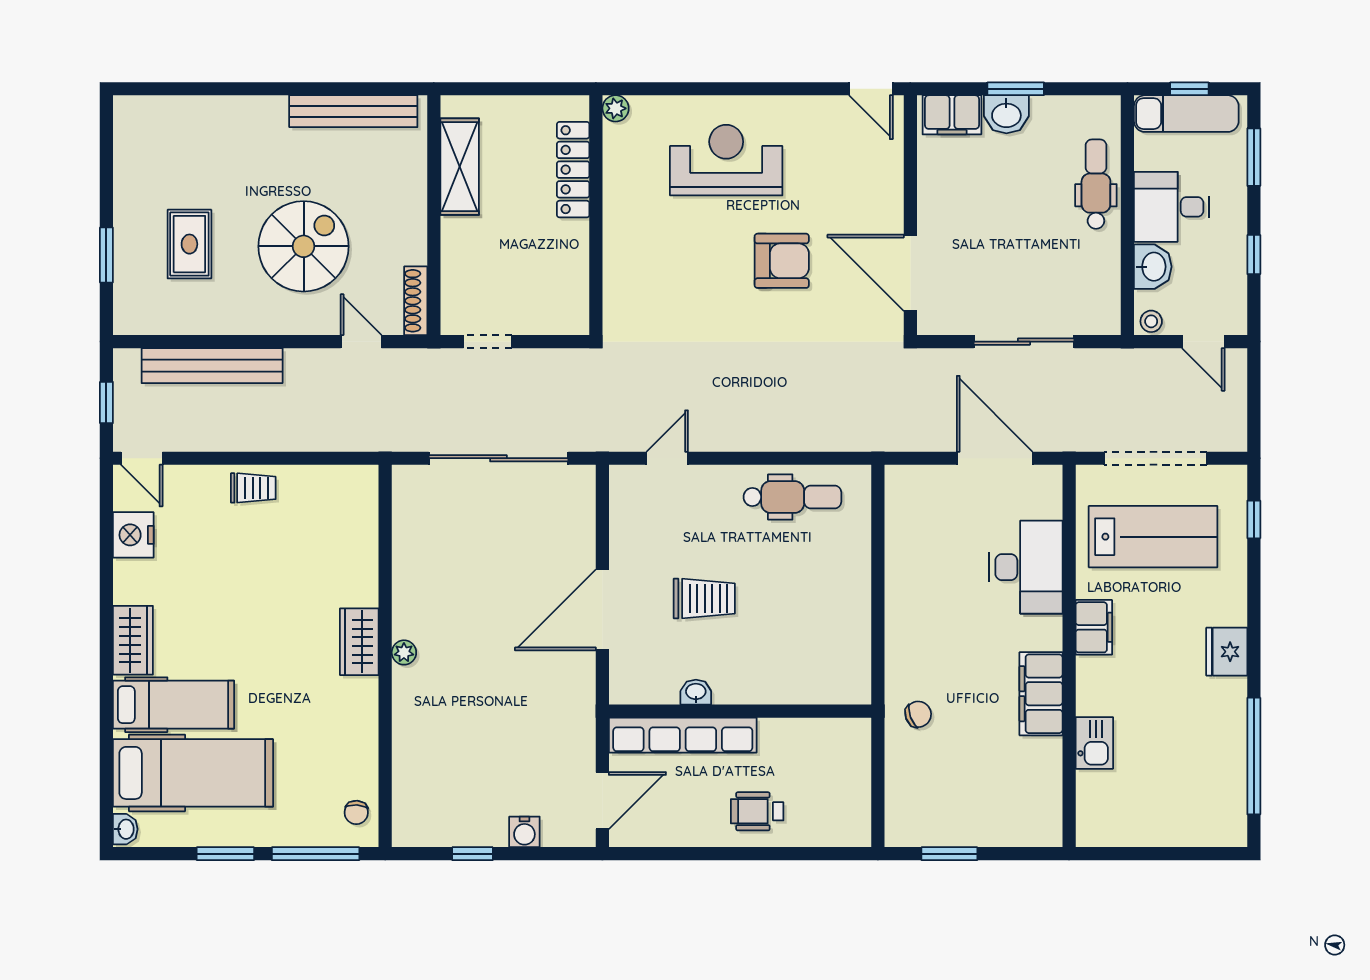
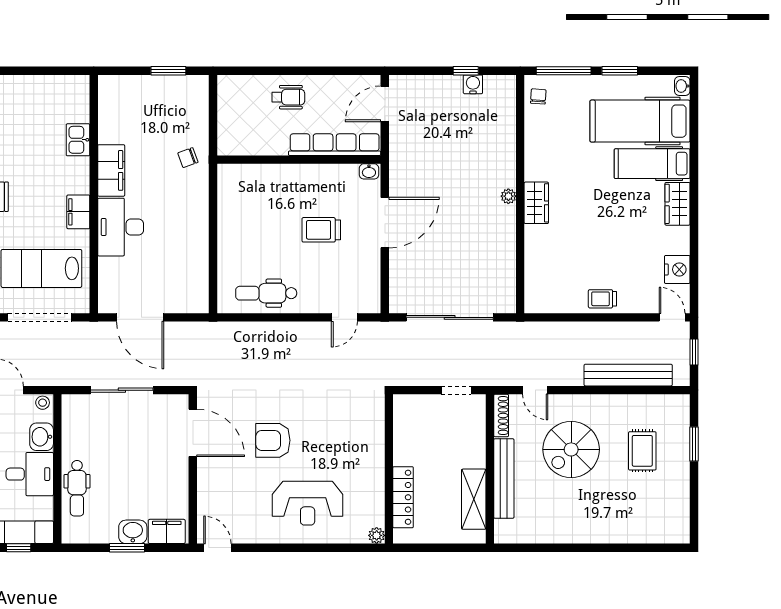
bench: (353, 111) -> (504, 479), moved, turned 90
desk: (1026, 567) -> (121, 227), moved
washbasin: (696, 692) -> (369, 171), moved
water cooler: (524, 832) -> (473, 84), moved

